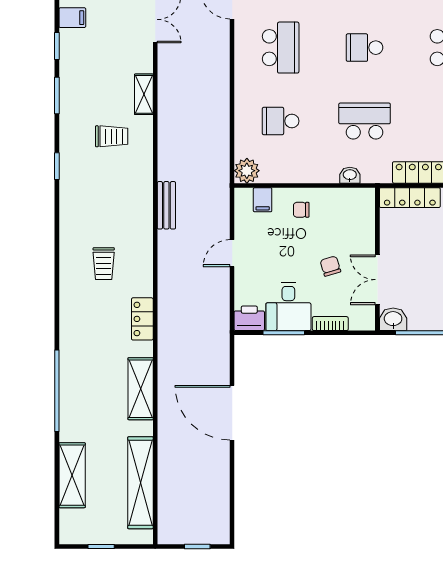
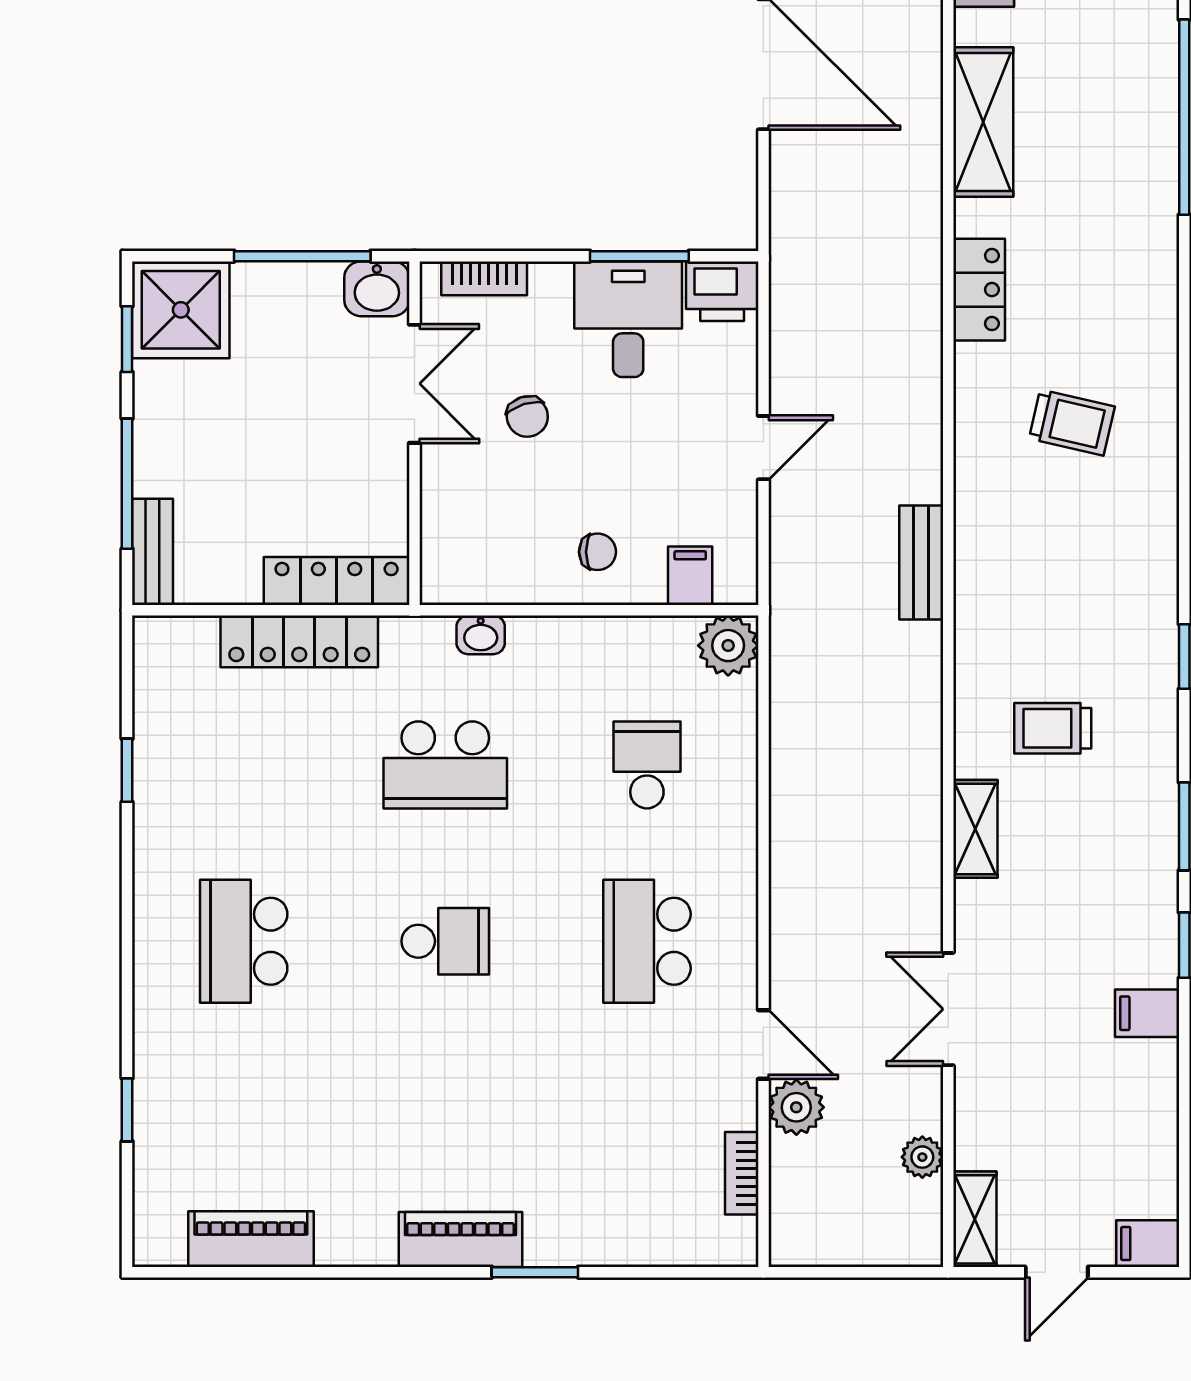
school desk: (281, 121) -> (647, 765), turned -90
trolley: (104, 264) -> (1072, 423), turned 103
bookcase: (330, 324) -> (484, 278), moved

